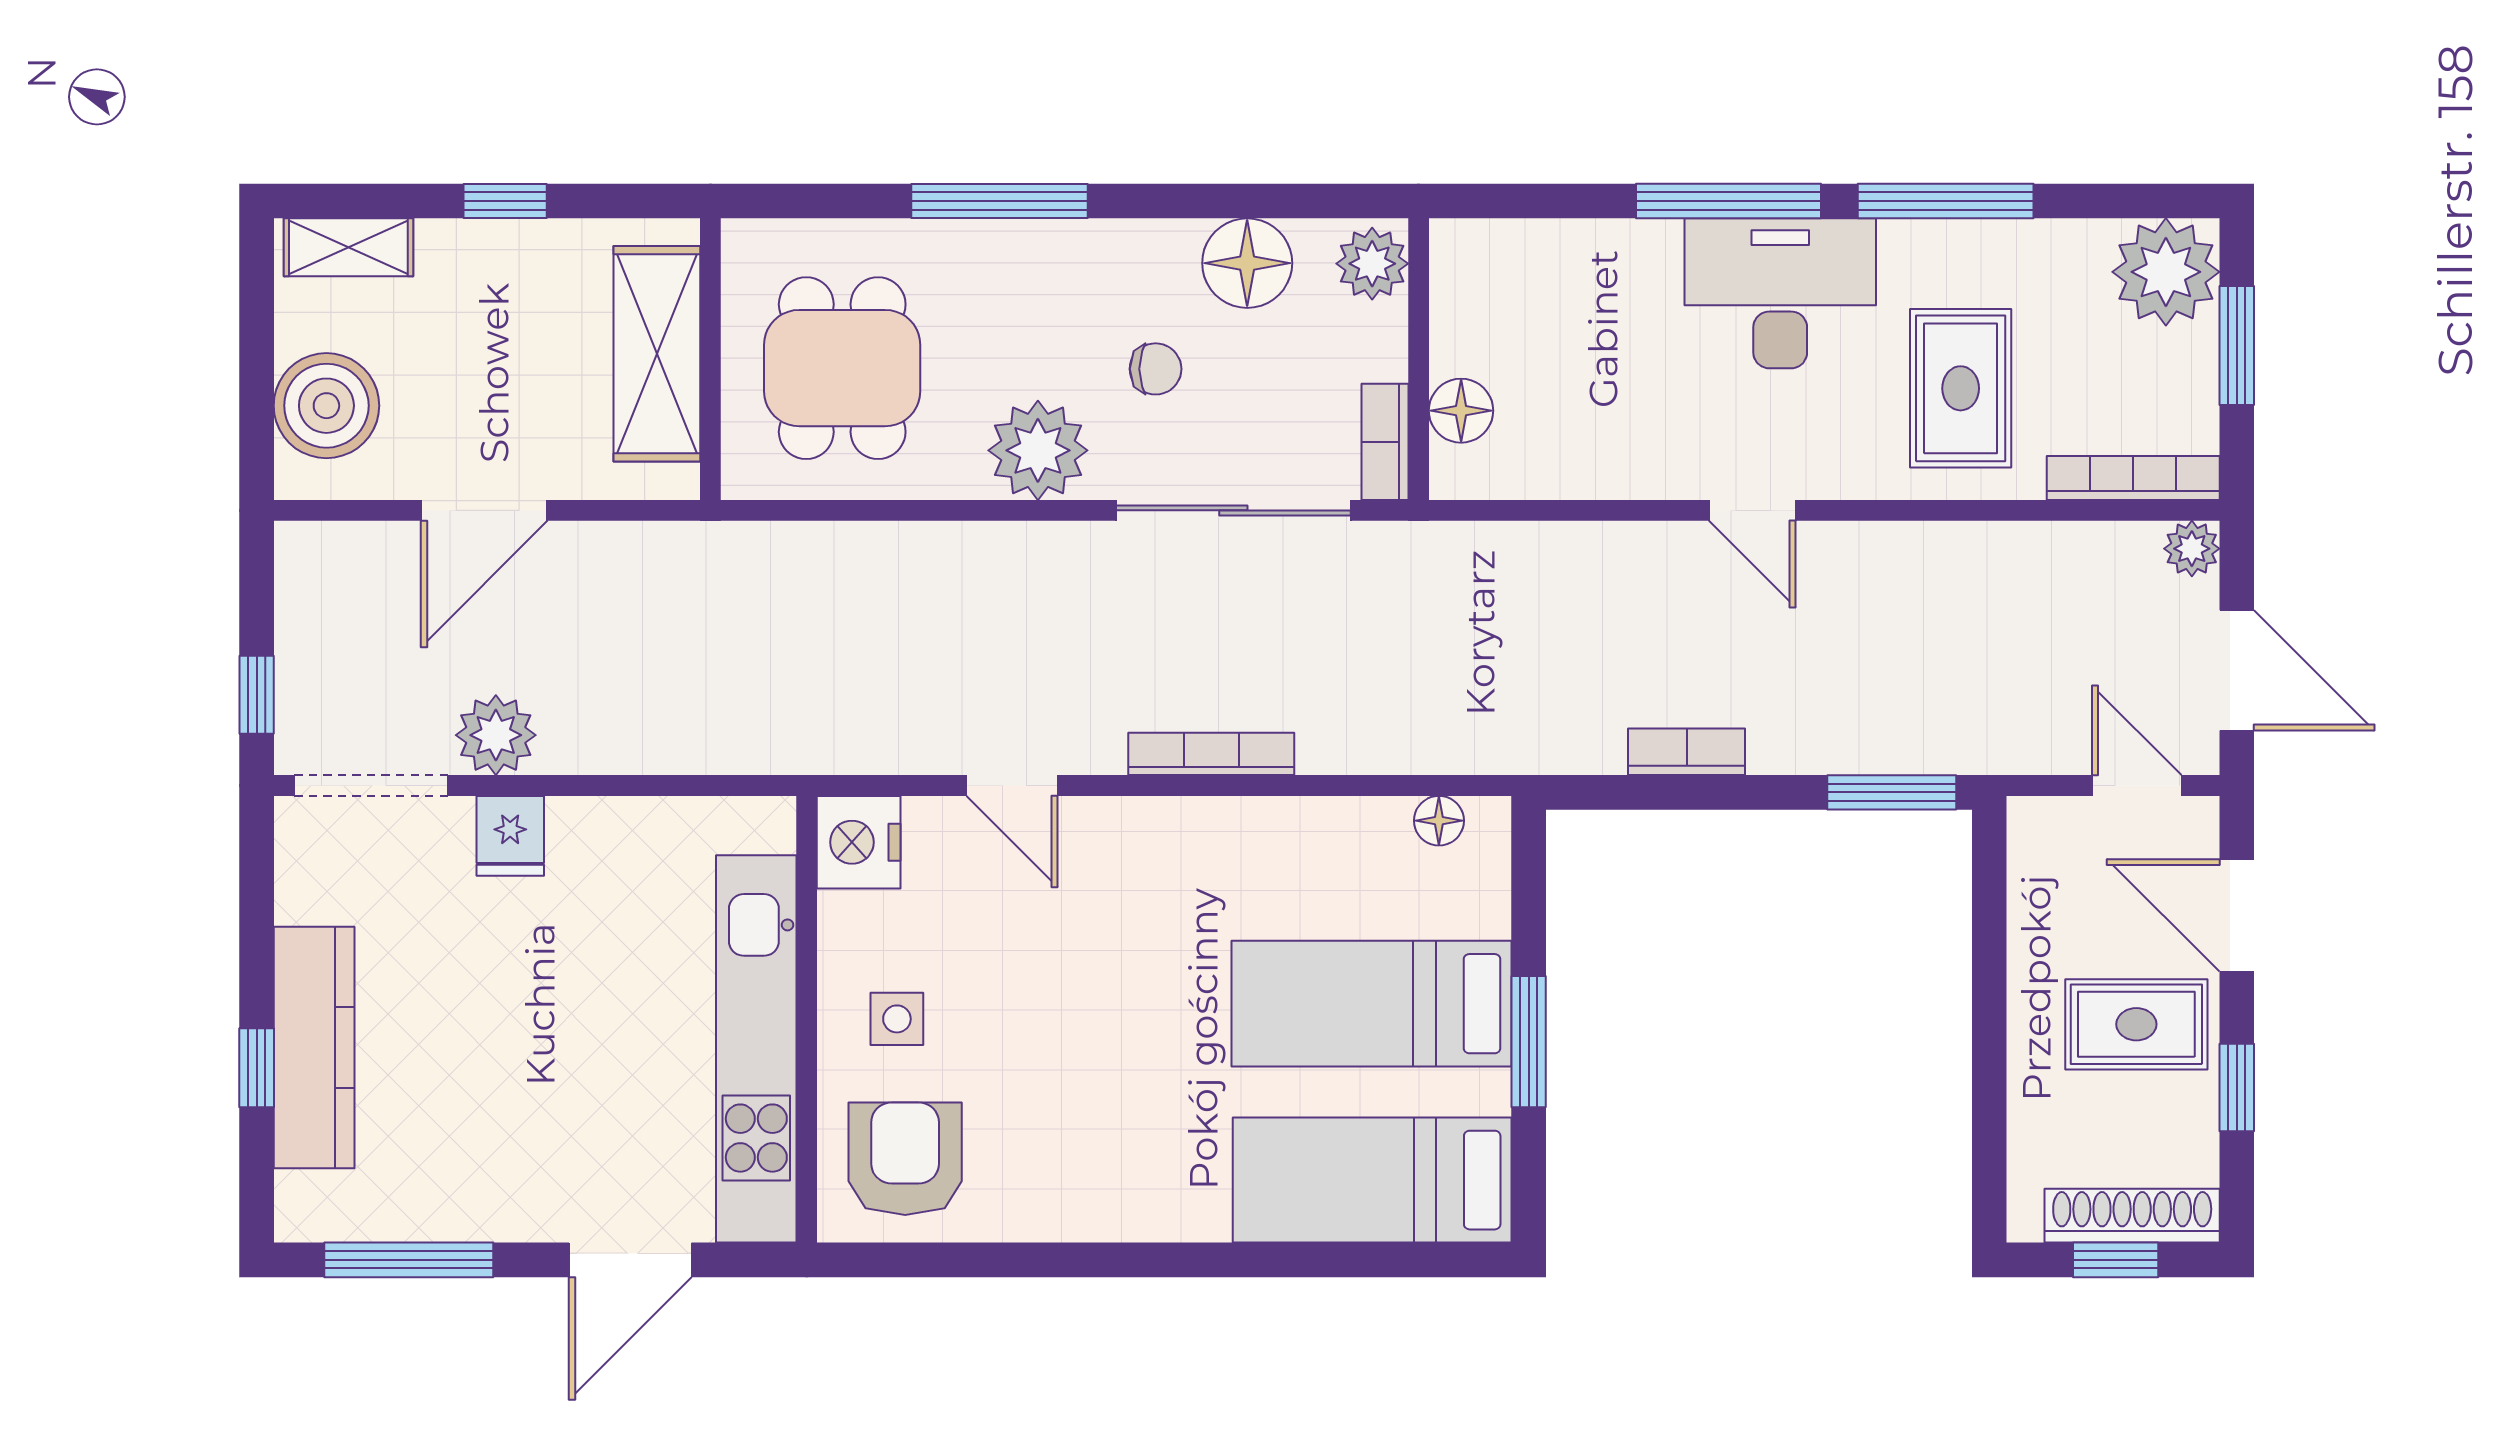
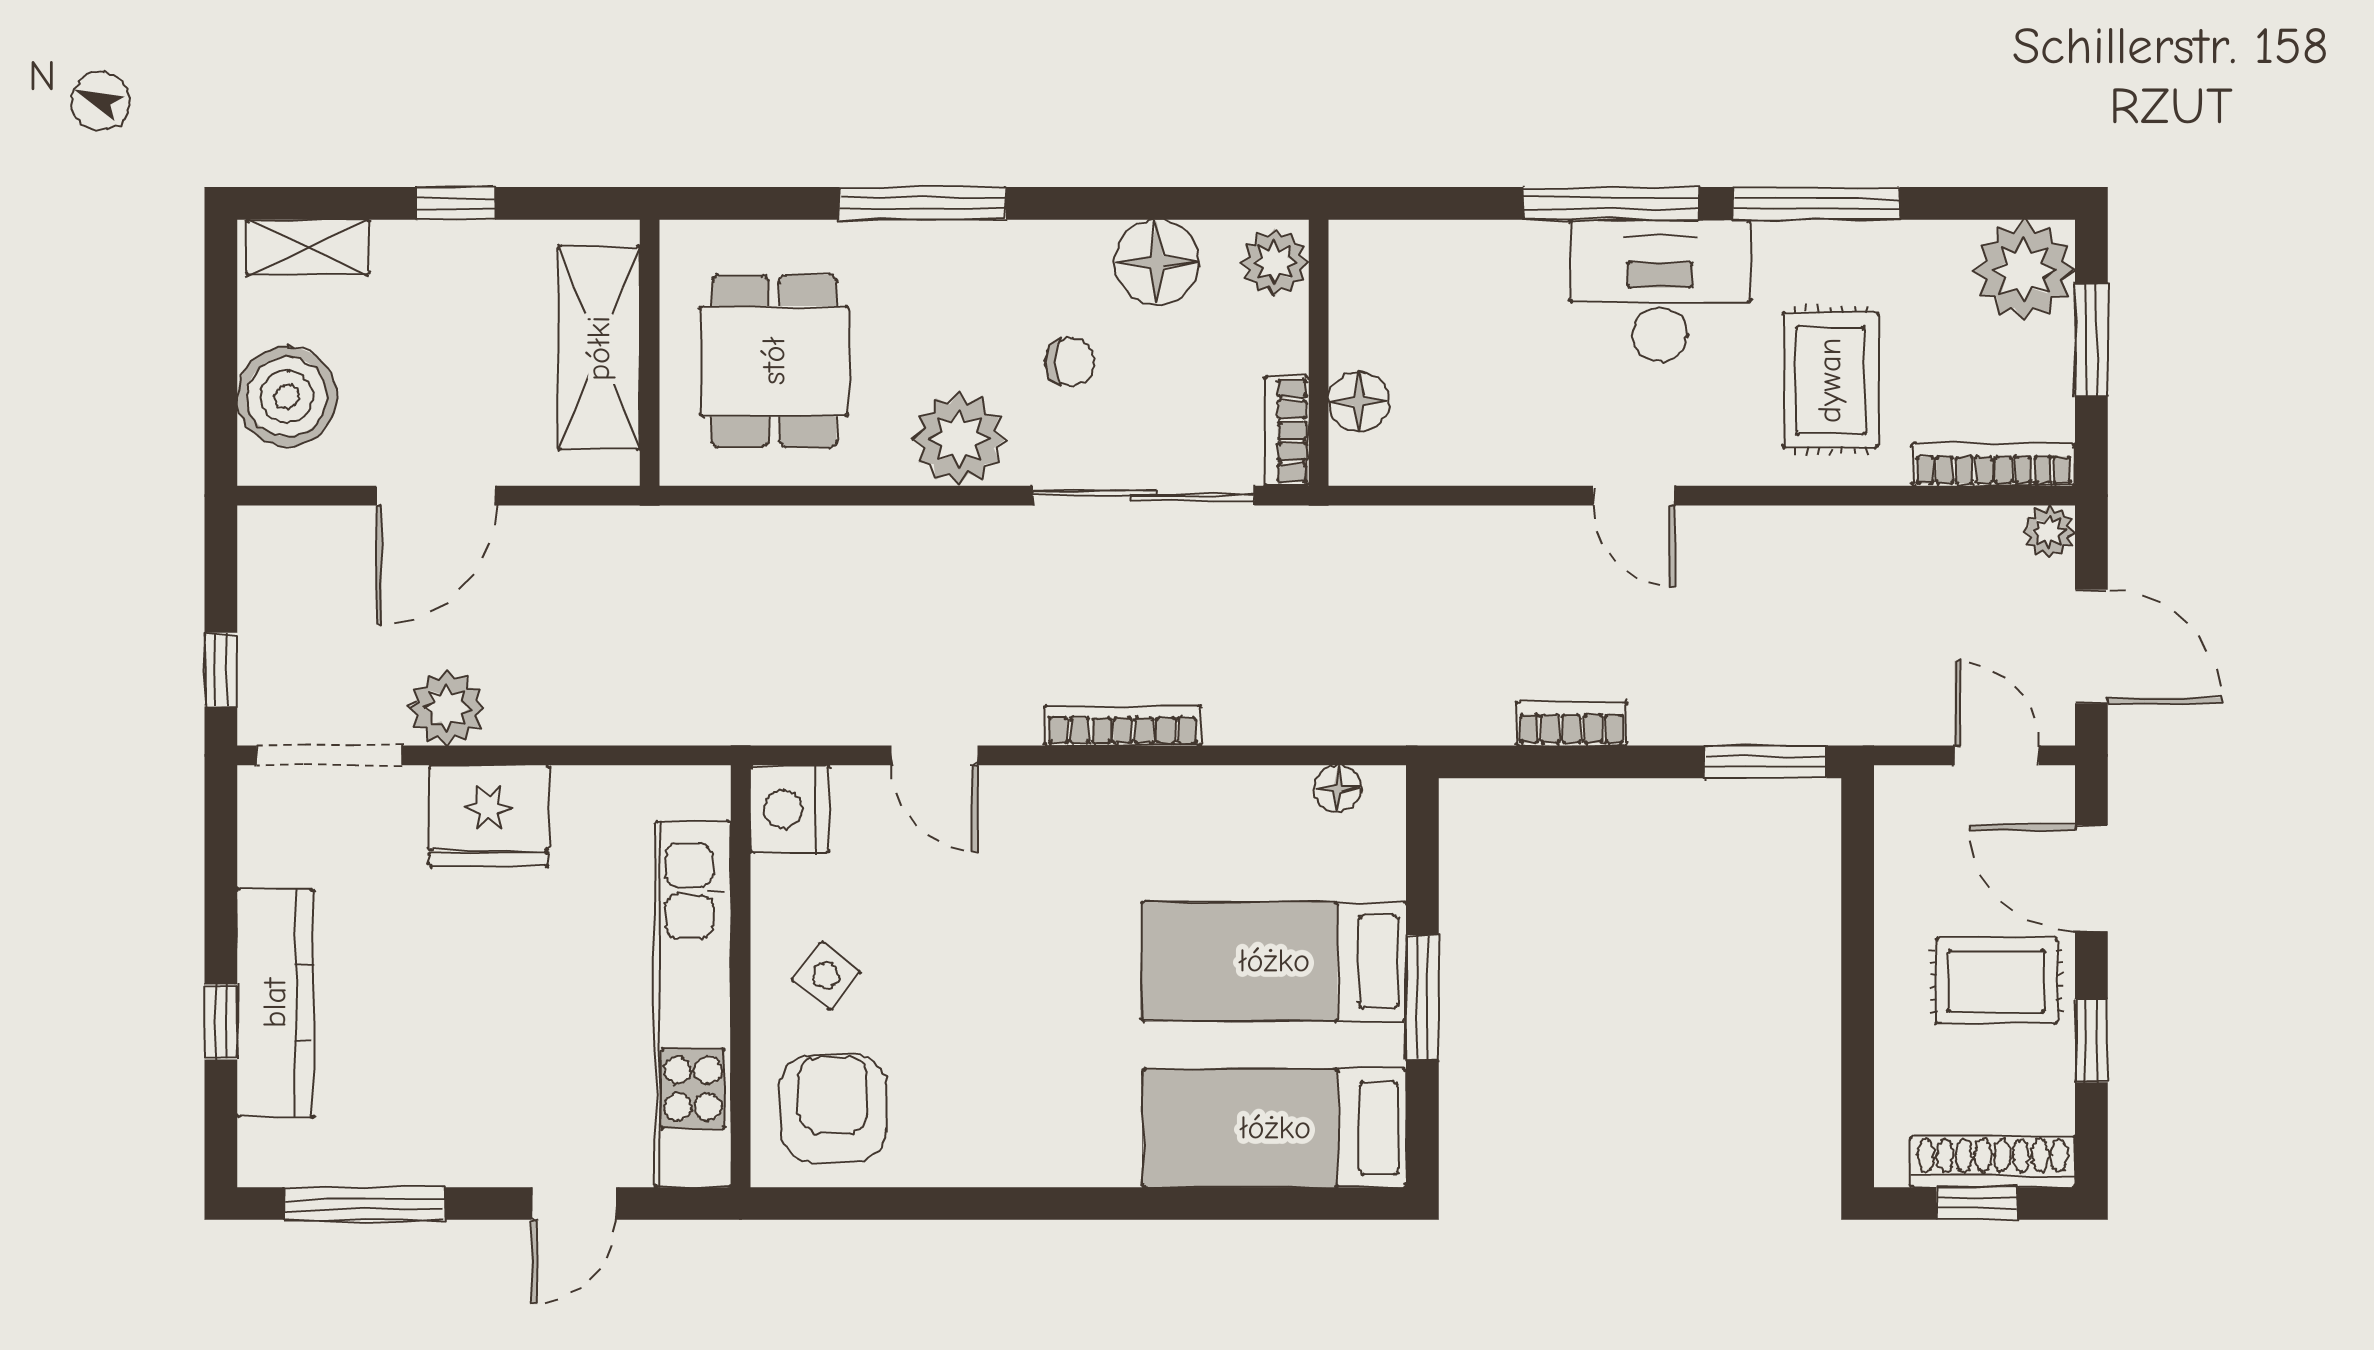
fridge: (510, 836) -> (489, 816), width x1.88, depth x1.34
side table: (897, 1019) -> (826, 976), turned 38
door: (630, 1260) -> (574, 1204), width x0.73

